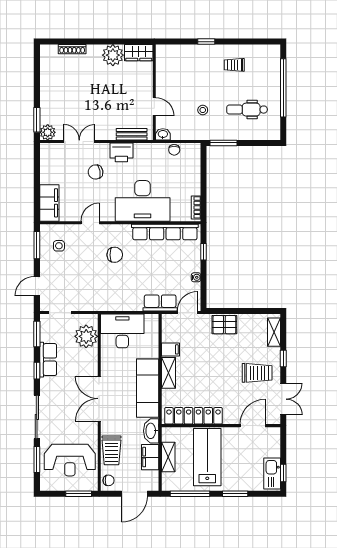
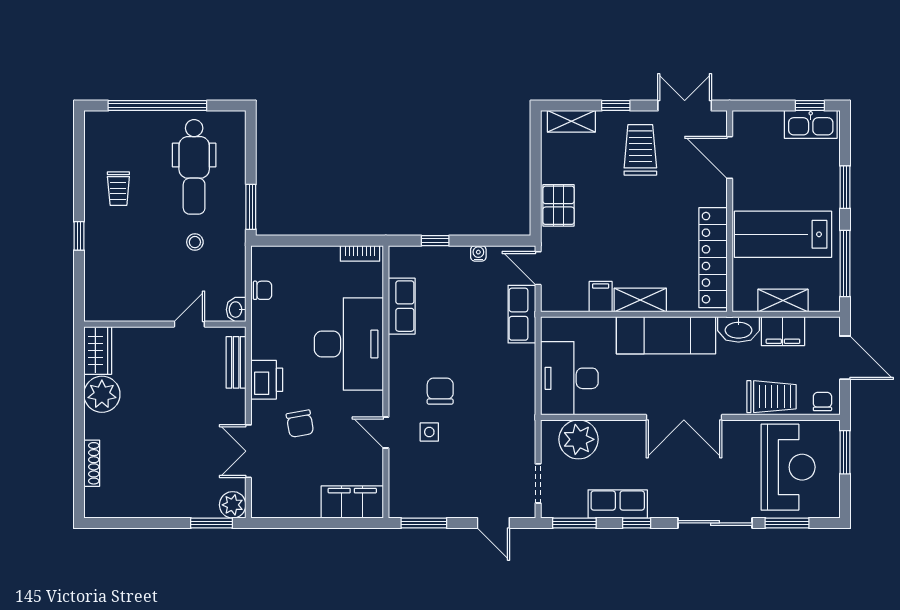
dental chair: (247, 110) -> (194, 167), width x1.36, depth x1.38
row of seats: (165, 232) -> (402, 306), width x0.50
side table: (59, 246) -> (429, 432), moved

